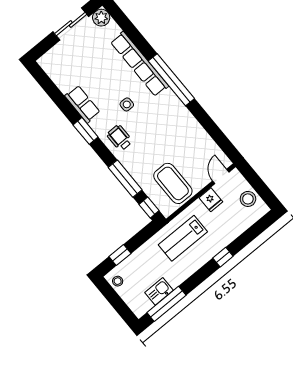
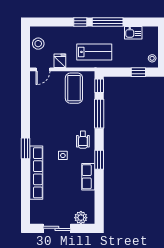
plant: (101, 18) -> (81, 218), moved
window: (171, 80) -> (26, 148), width x0.47
window: (166, 304) -> (108, 22), moved

